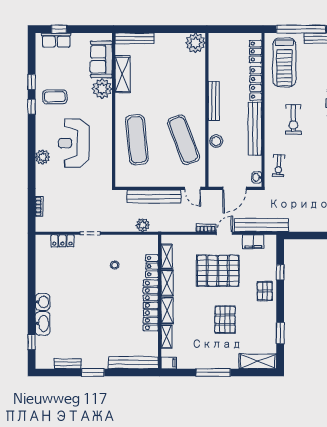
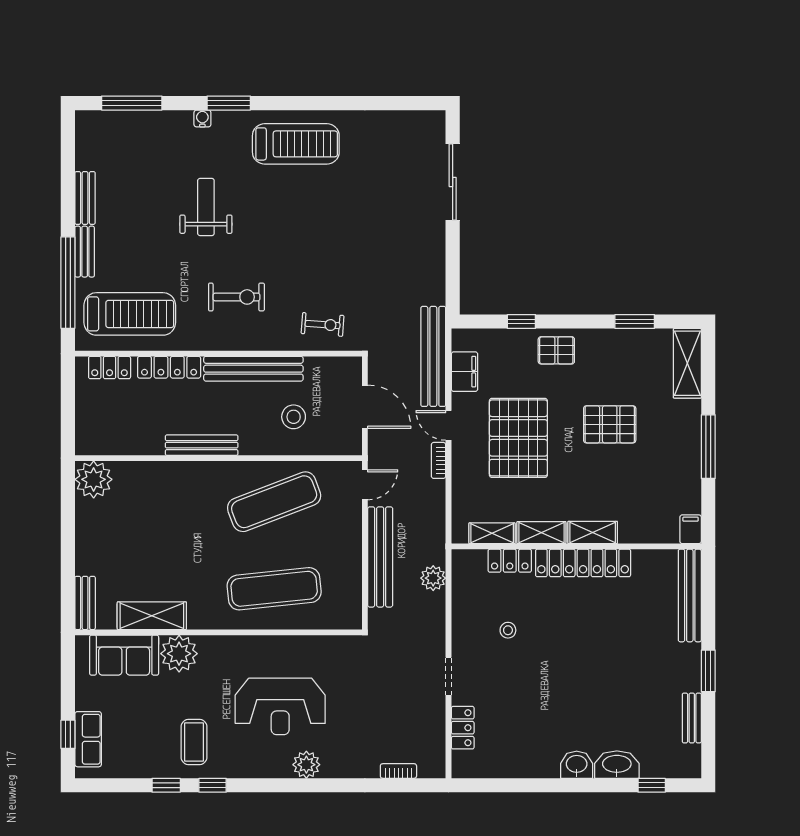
bench: (135, 38) -> (85, 603), width x0.73
stool: (216, 141) -> (294, 417), moved
washbasin: (257, 177) -> (344, 365), removed
shelving: (166, 337) -> (641, 534), removed

